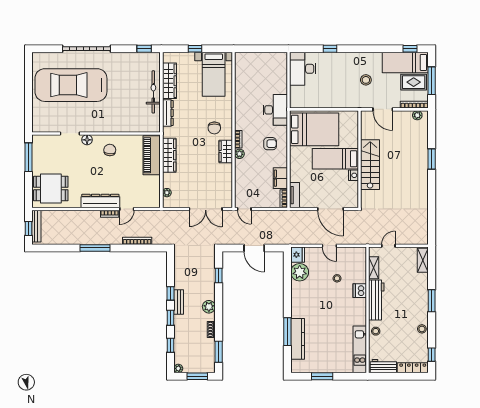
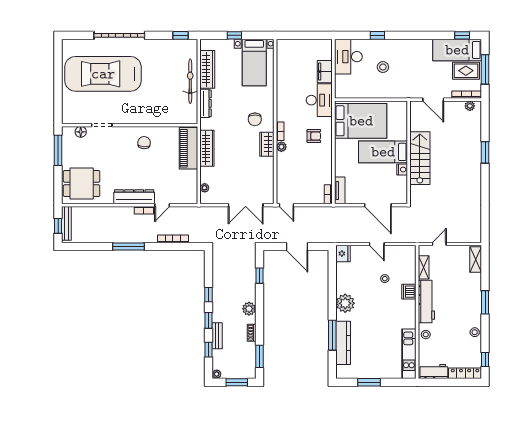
stool: (366, 80) -> (383, 67), moved
floor lamp: (87, 140) -> (81, 132), moved
filing cabinet: (280, 178) -> (325, 72), moved
plant: (300, 272) -> (345, 303), moved
bench: (179, 302) -> (217, 336), moved

